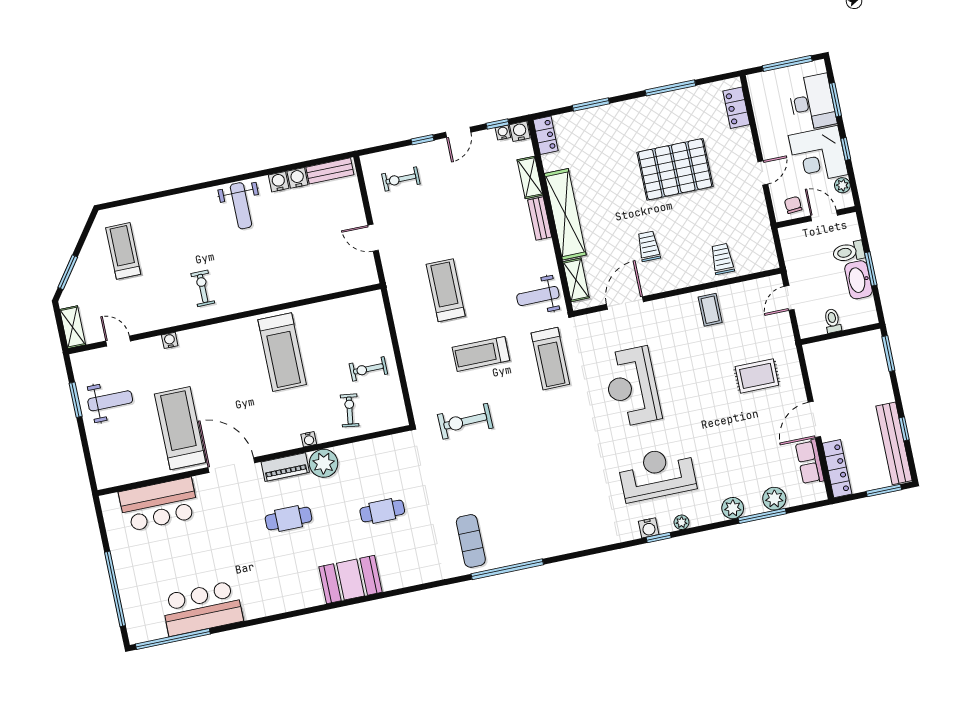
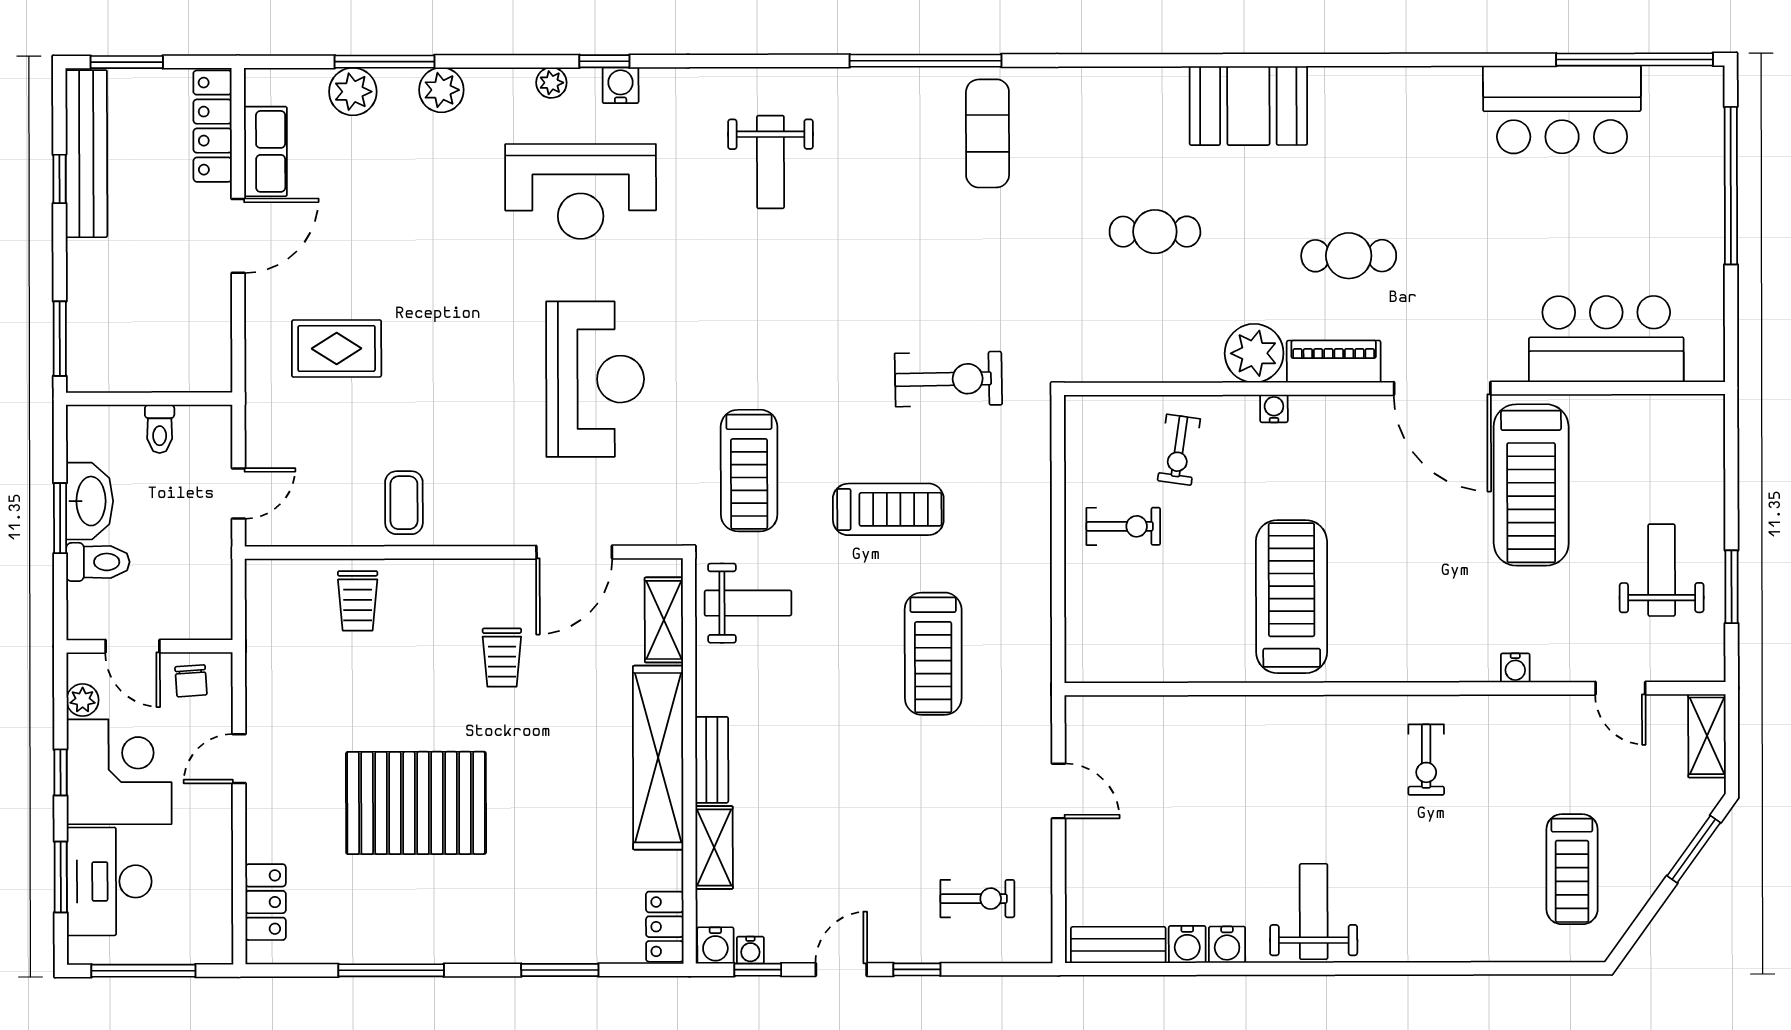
treadmill: (550, 359) -> (749, 471), turned 180
weight bench: (110, 401) -> (1662, 570), turned 90
weight bench: (570, 506) -> (771, 162), added

